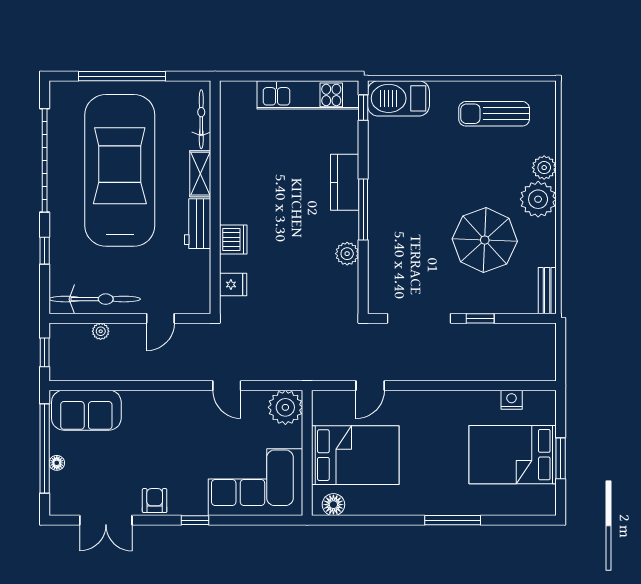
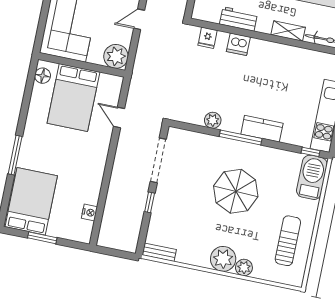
workbench: (198, 224) -> (238, 19), moved
parasol: (485, 240) -> (236, 191), moved
bed: (513, 455) -> (31, 201), moved

